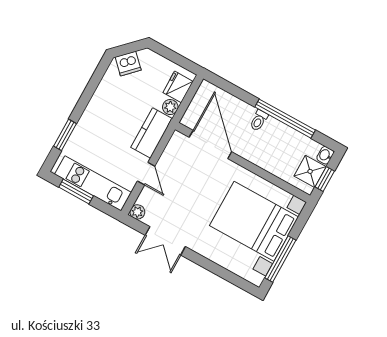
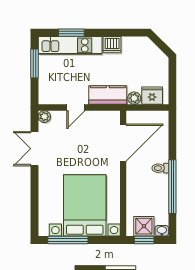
dishwasher: (128, 64) -> (112, 45), moved, turned -45
kitchen unit: (93, 183) -> (70, 45), moved, turned 90

